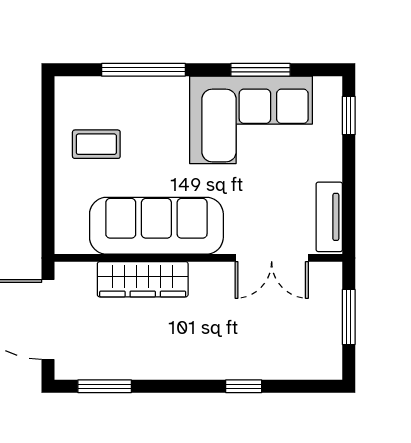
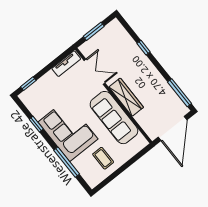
window: (260, 70) -> (36, 124), width x0.67
corner sofa: (251, 120) -> (68, 130), moved
wardrobe: (143, 279) -> (126, 97), moved
window: (105, 386) -> (180, 93), width x1.44

